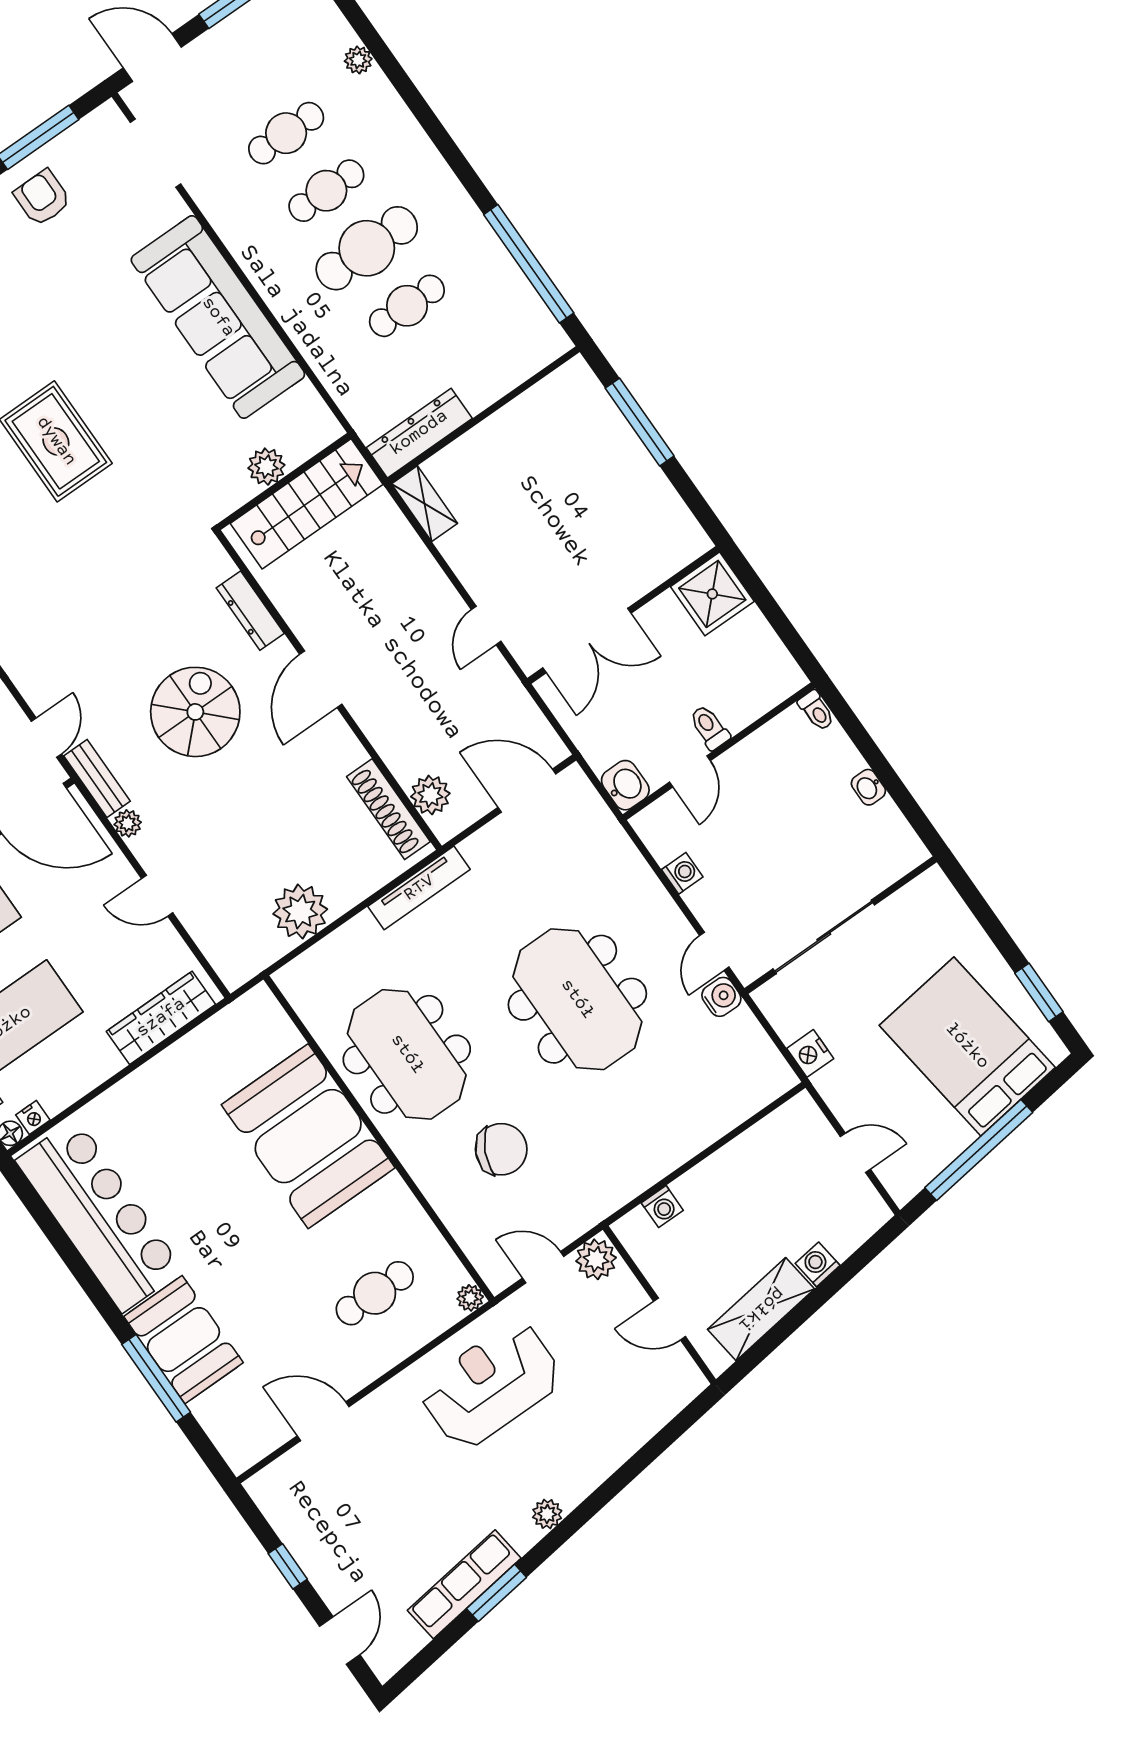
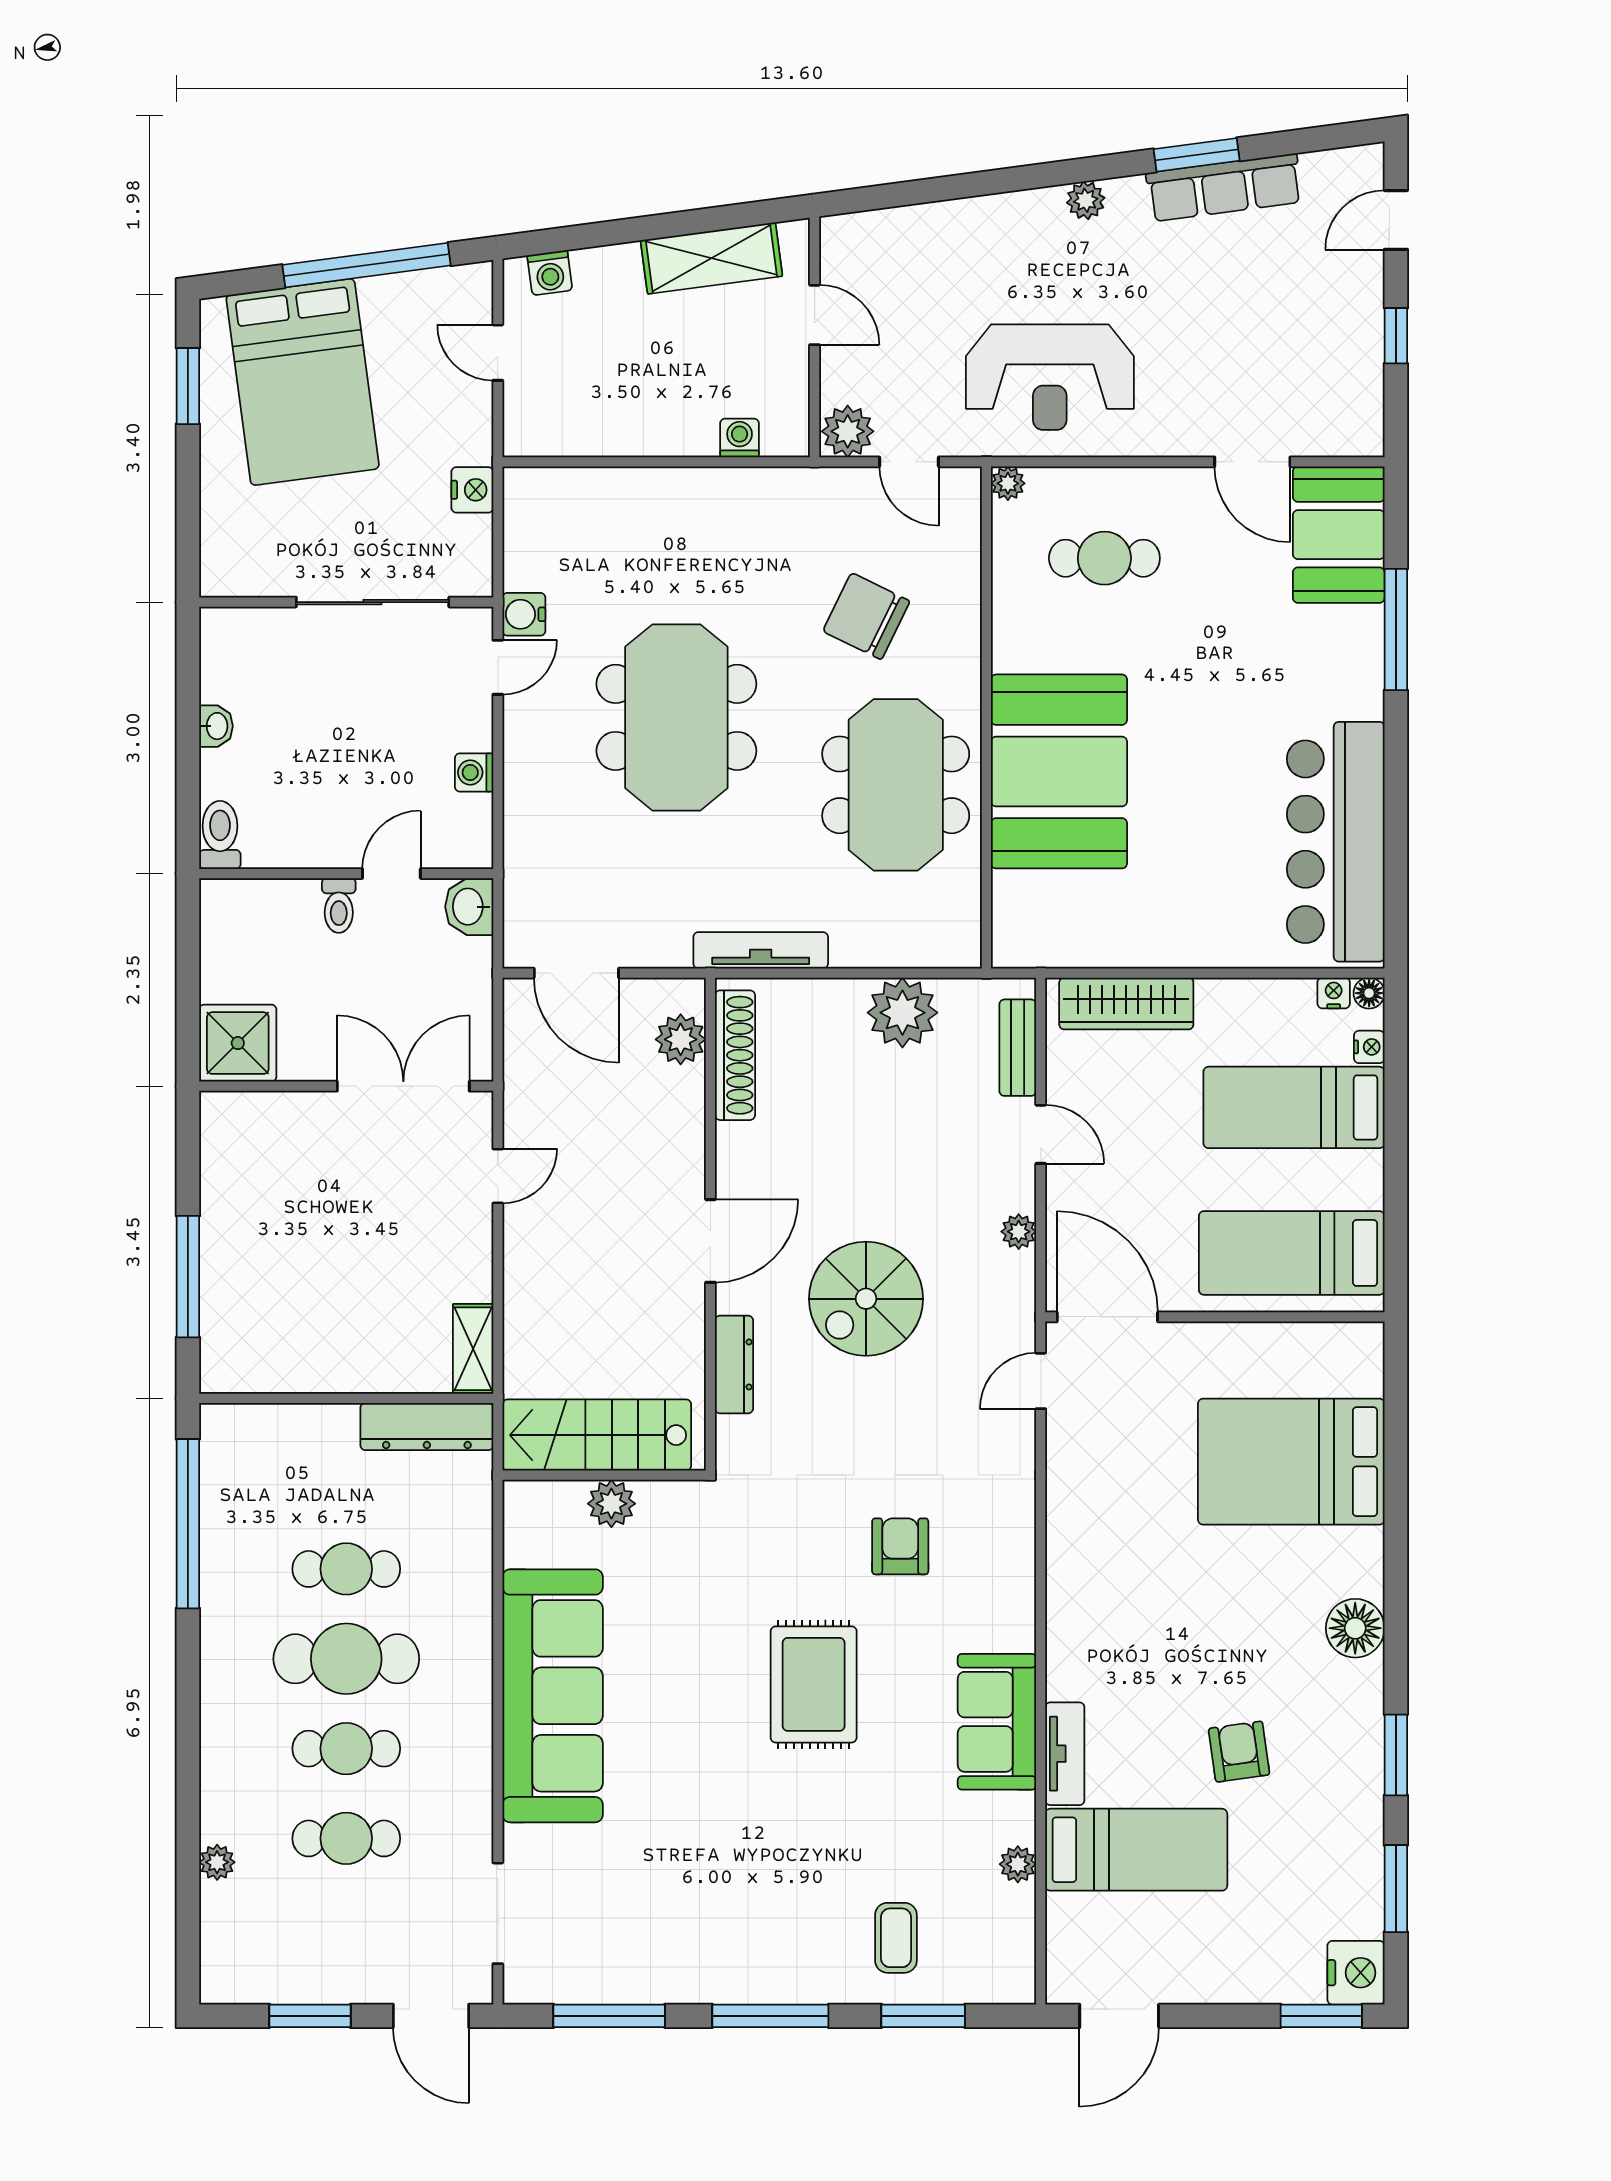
armchair: (42, 198) -> (900, 1546), moved, turned 180
toilet: (816, 711) -> (220, 835), width x1.37, depth x1.39
bench: (97, 779) -> (1018, 1048), moved
washing machine: (818, 1264) -> (550, 273), moved
booth: (183, 1340) -> (1339, 535), moved

